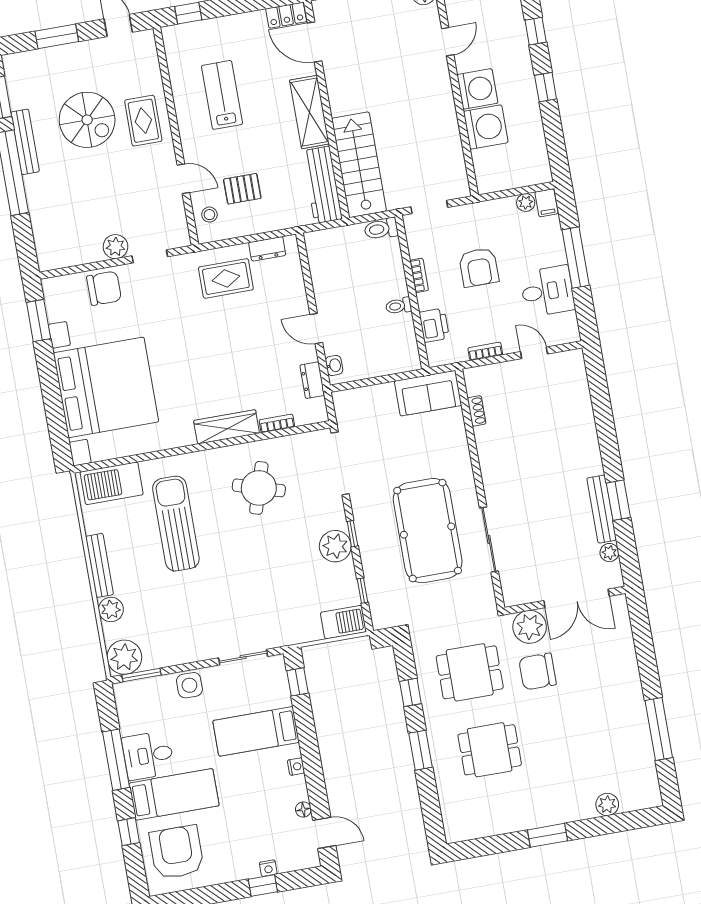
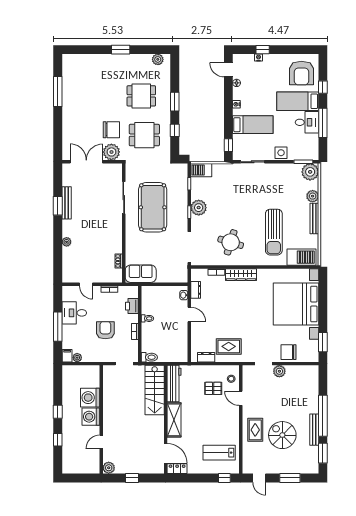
lab bench: (222, 95) -> (219, 453), moved, turned 90
plant: (609, 553) -> (67, 242), moved
plant: (607, 804) -> (158, 59), moved

